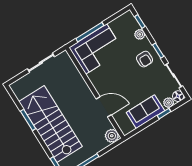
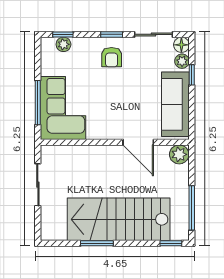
plant: (140, 34) -> (63, 44), moved
armchair: (145, 59) -> (112, 57), turned 90
door: (104, 107) -> (138, 142), swing flipped
sofa: (145, 112) -> (175, 104), width x1.36

